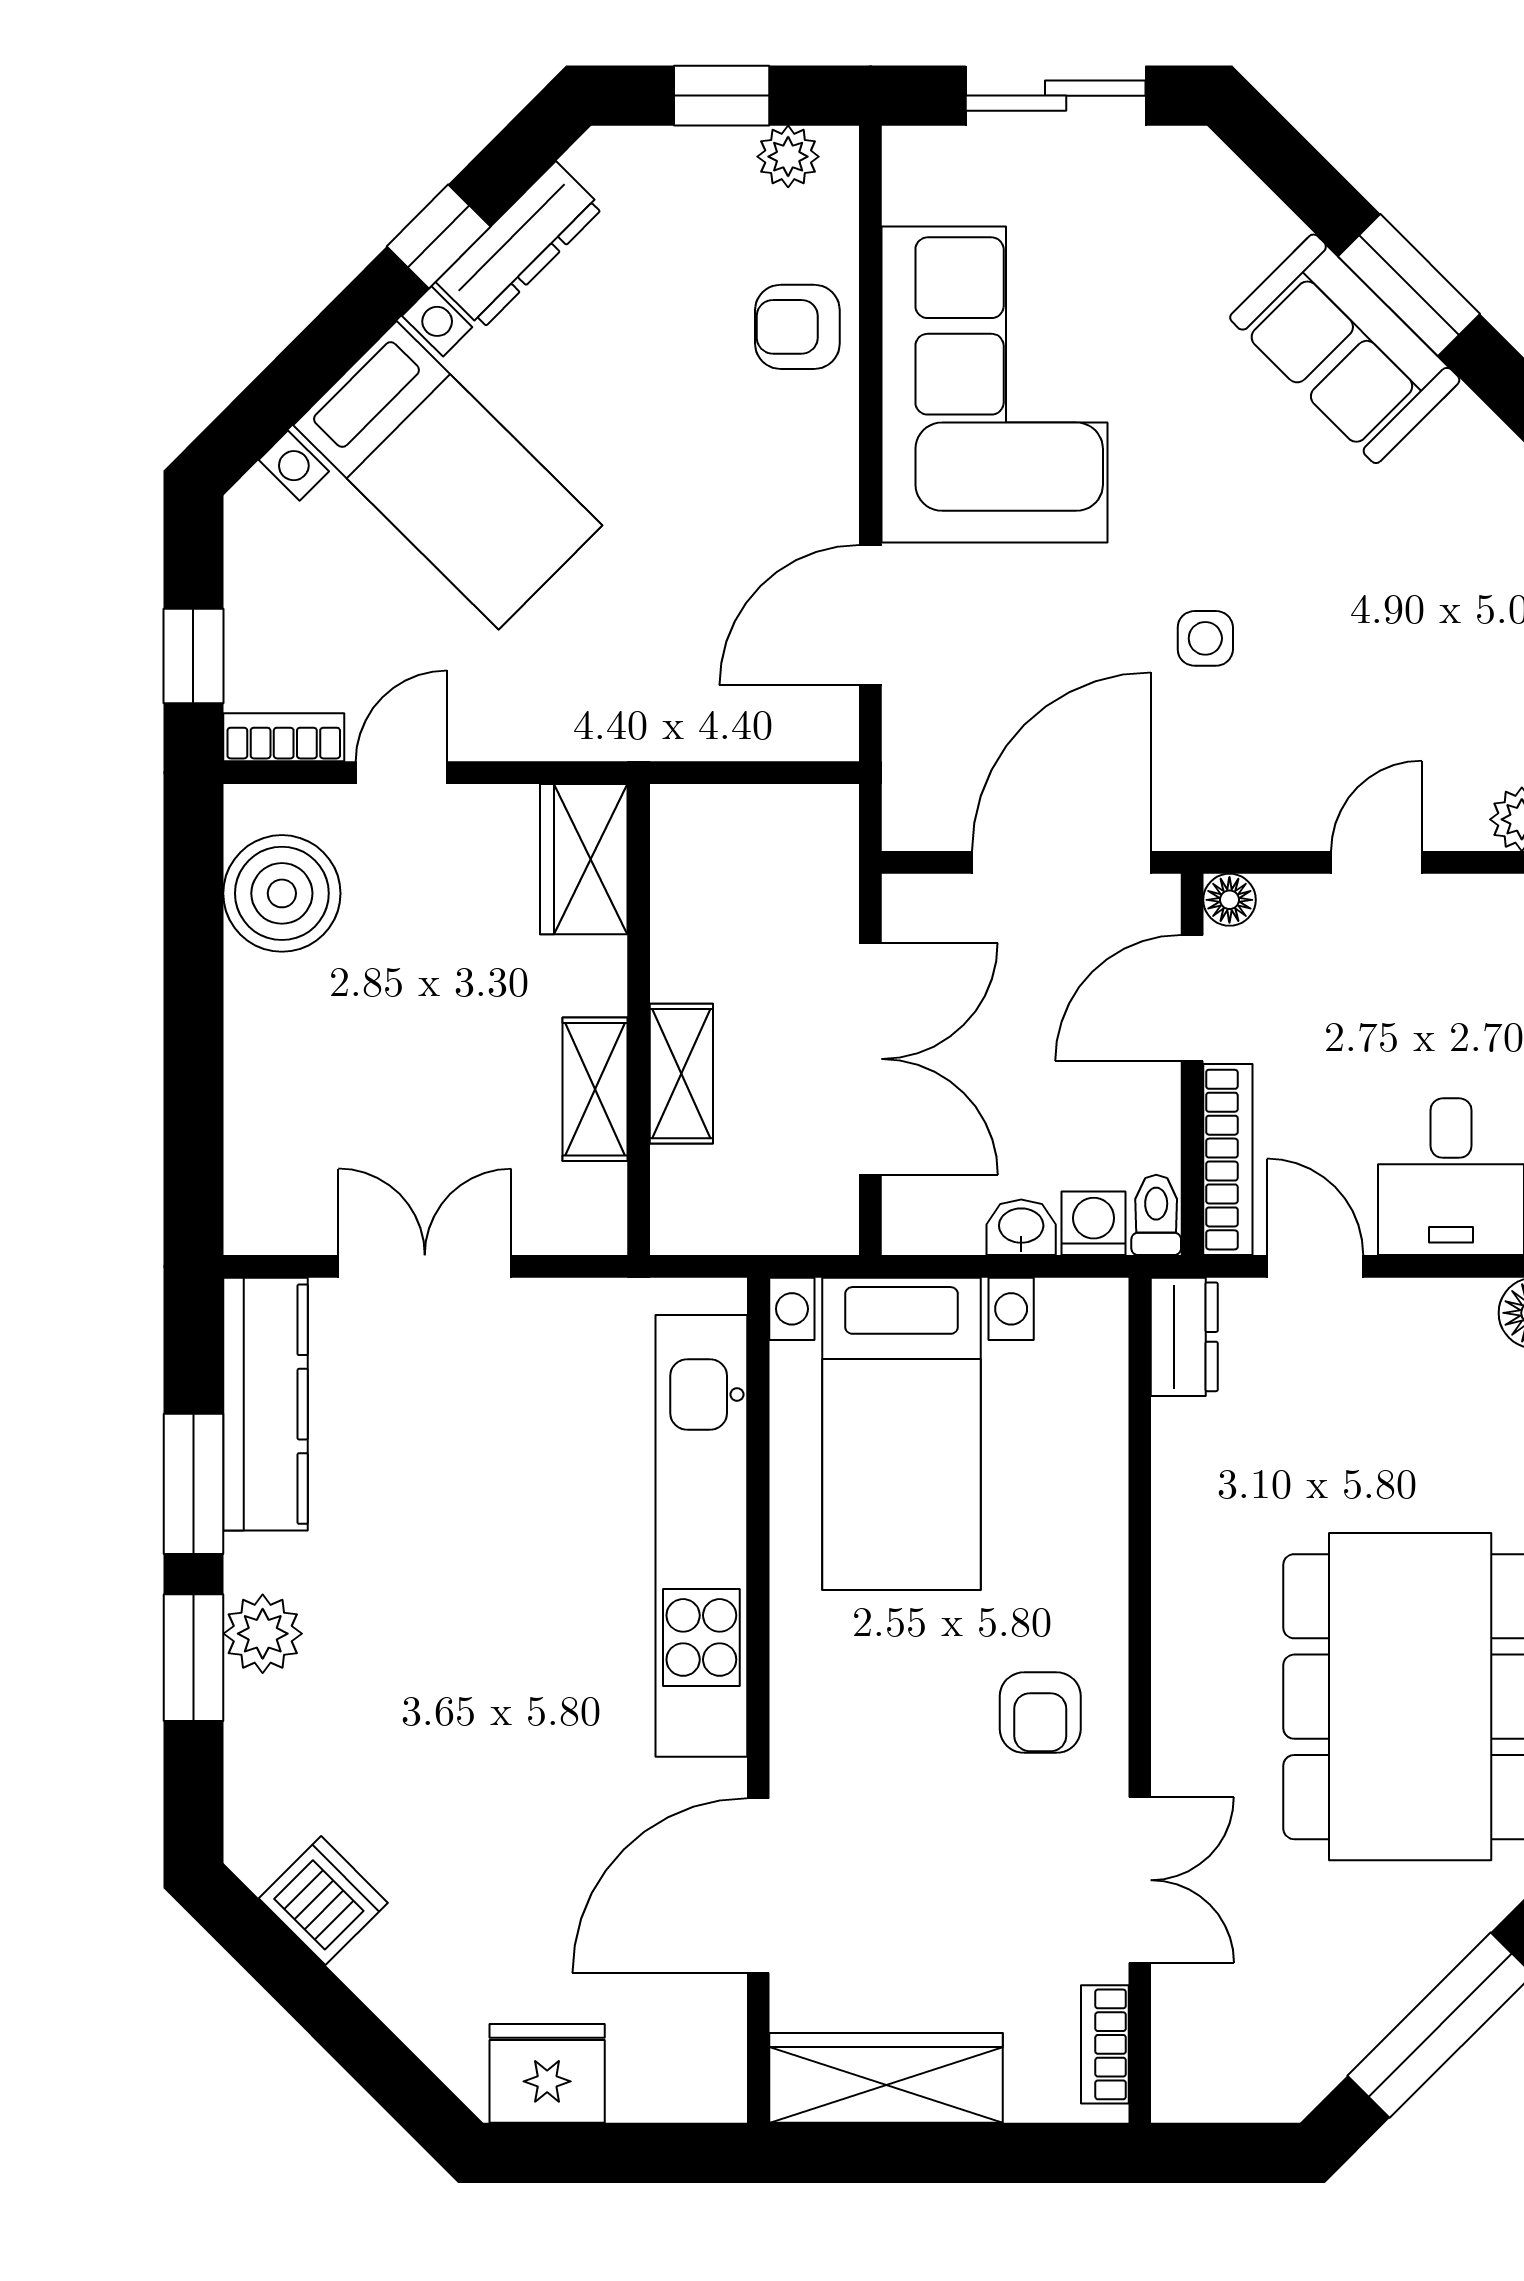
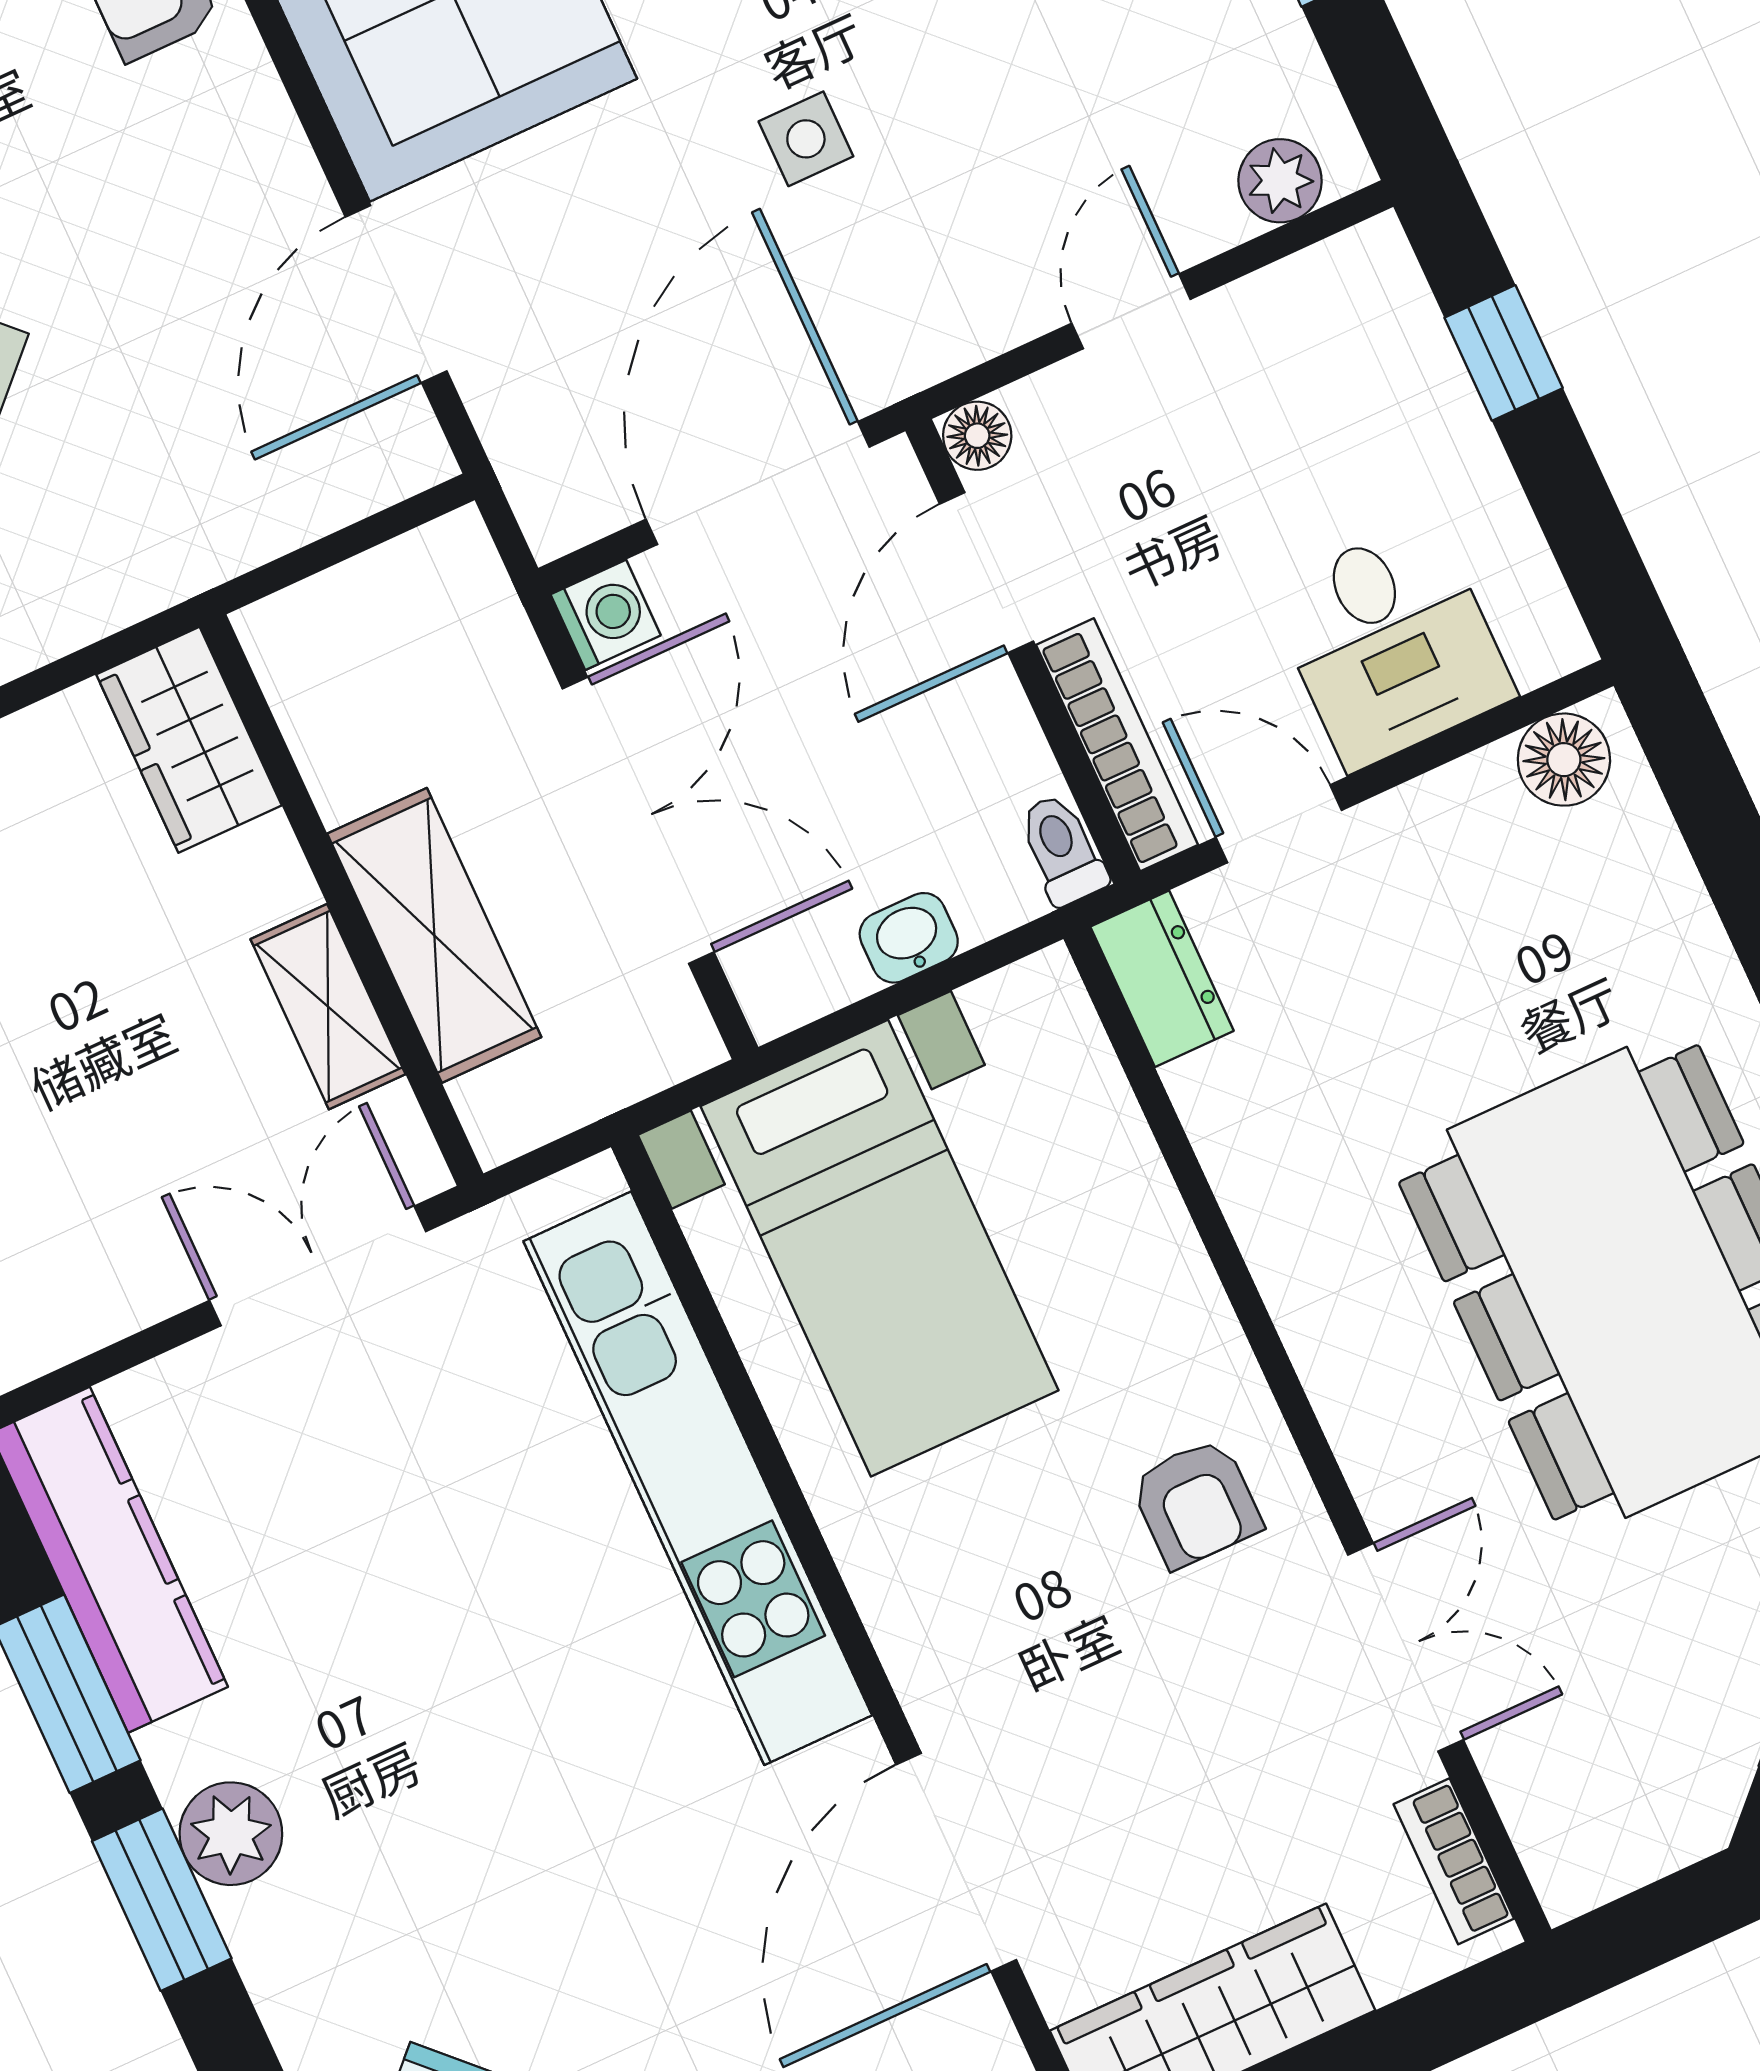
shelving: (681, 1074) -> (434, 935), width x1.50, depth x1.33
washing machine: (1094, 1223) -> (606, 615), moved, turned 90
double door: (425, 1266) -> (318, 1266), moved

